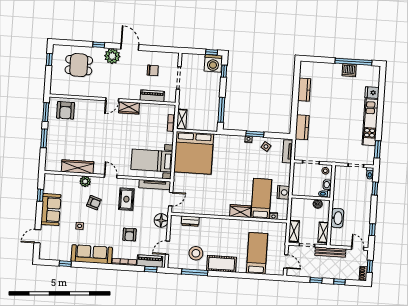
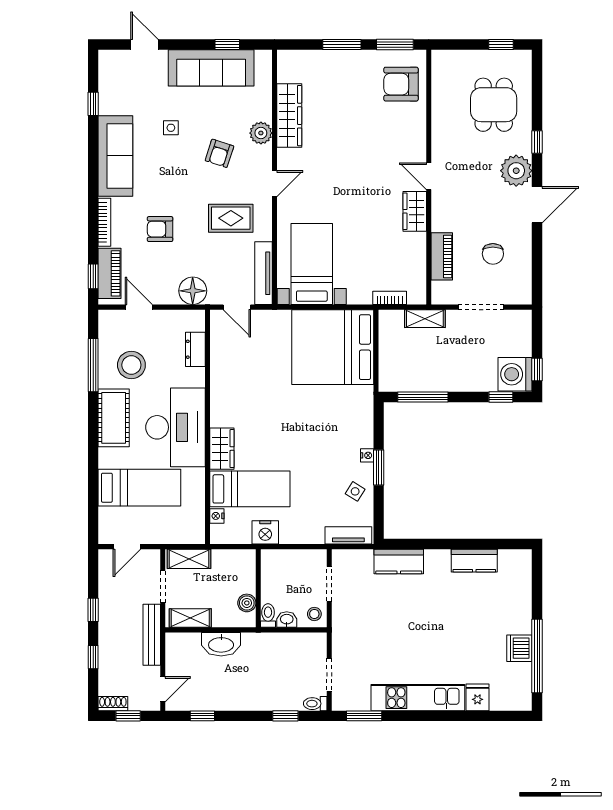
shelving: (182, 119) -> (425, 319), moved
sofa: (51, 210) -> (211, 68), width x1.36
desk: (228, 233) -> (175, 427), added

